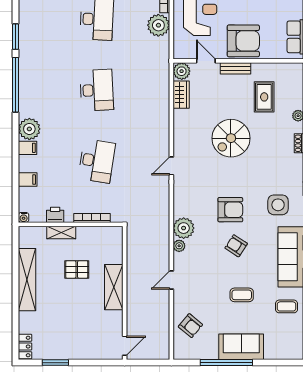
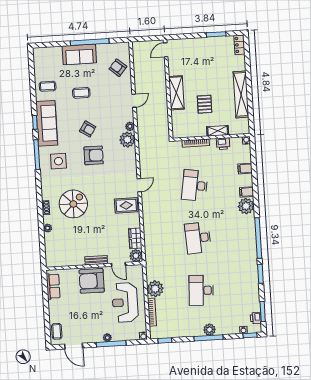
rug: (264, 97) -> (126, 205), moved, turned 90
spiral stairs: (231, 138) -> (73, 204), moved
armchair: (230, 210) -> (94, 155), turned 180
pallet: (77, 269) -> (205, 104), turned 90

